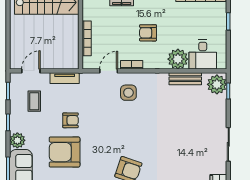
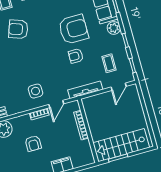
armchair: (148, 33) -> (33, 143), turned 90
tv unit: (65, 78) -> (85, 90), width x1.41

